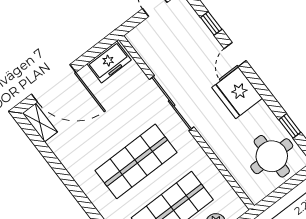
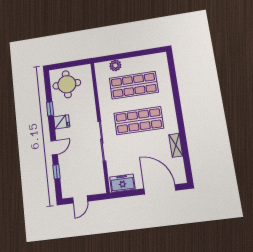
fridge: (237, 93) -> (62, 122), width x0.53, depth x0.75
shelving: (40, 123) -> (176, 145), moved
window: (290, 126) -> (50, 109), moved

